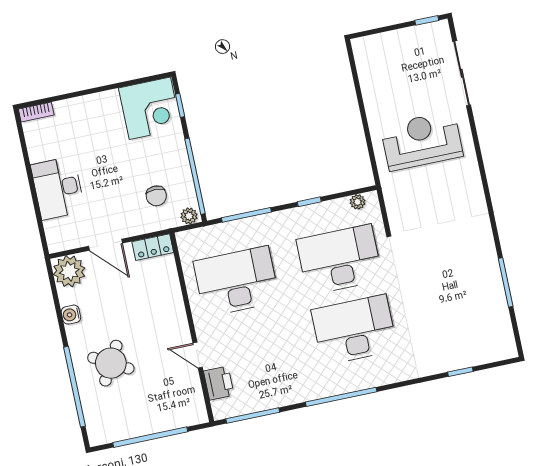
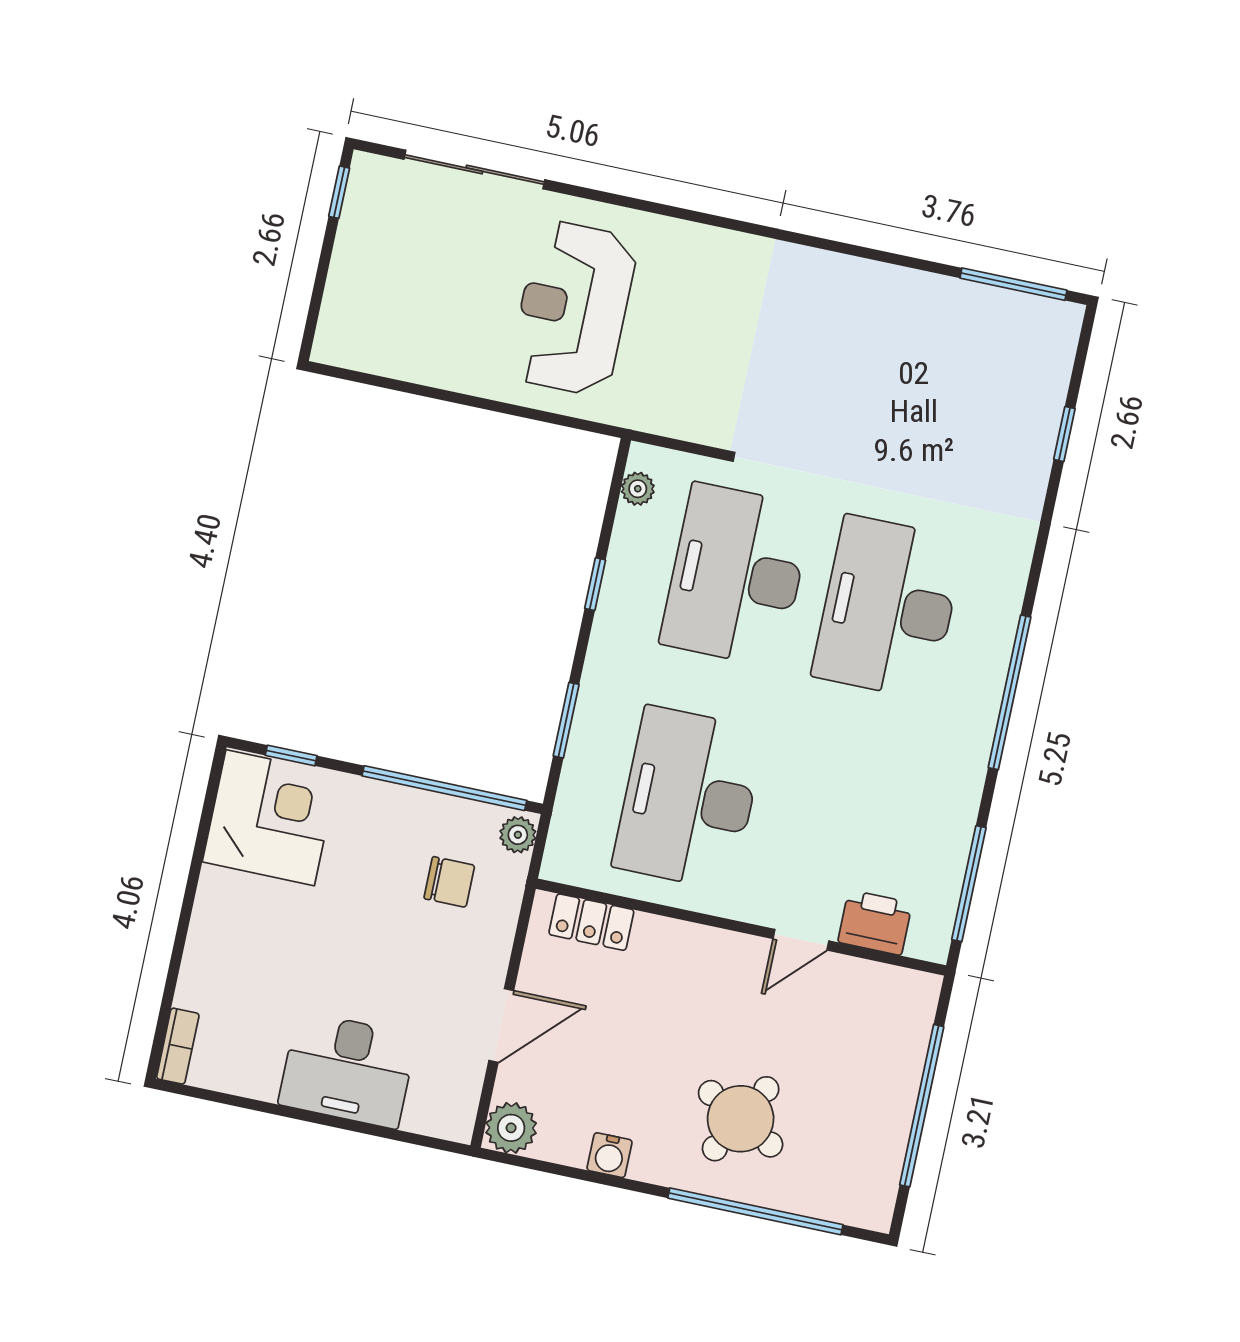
window: (246, 215) -> (566, 720), width x0.69
locker: (153, 247) -> (591, 922), moved, turned 90
plant: (69, 271) -> (511, 1128), width x0.73, depth x0.73
window: (506, 282) -> (1013, 284), moved

